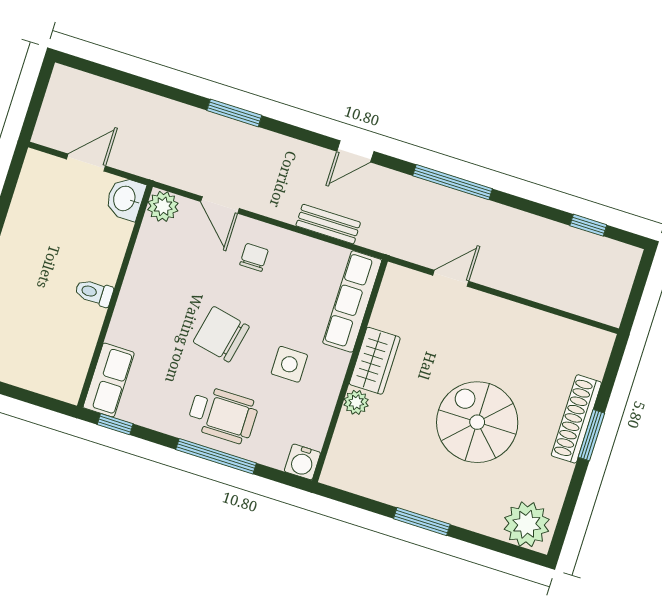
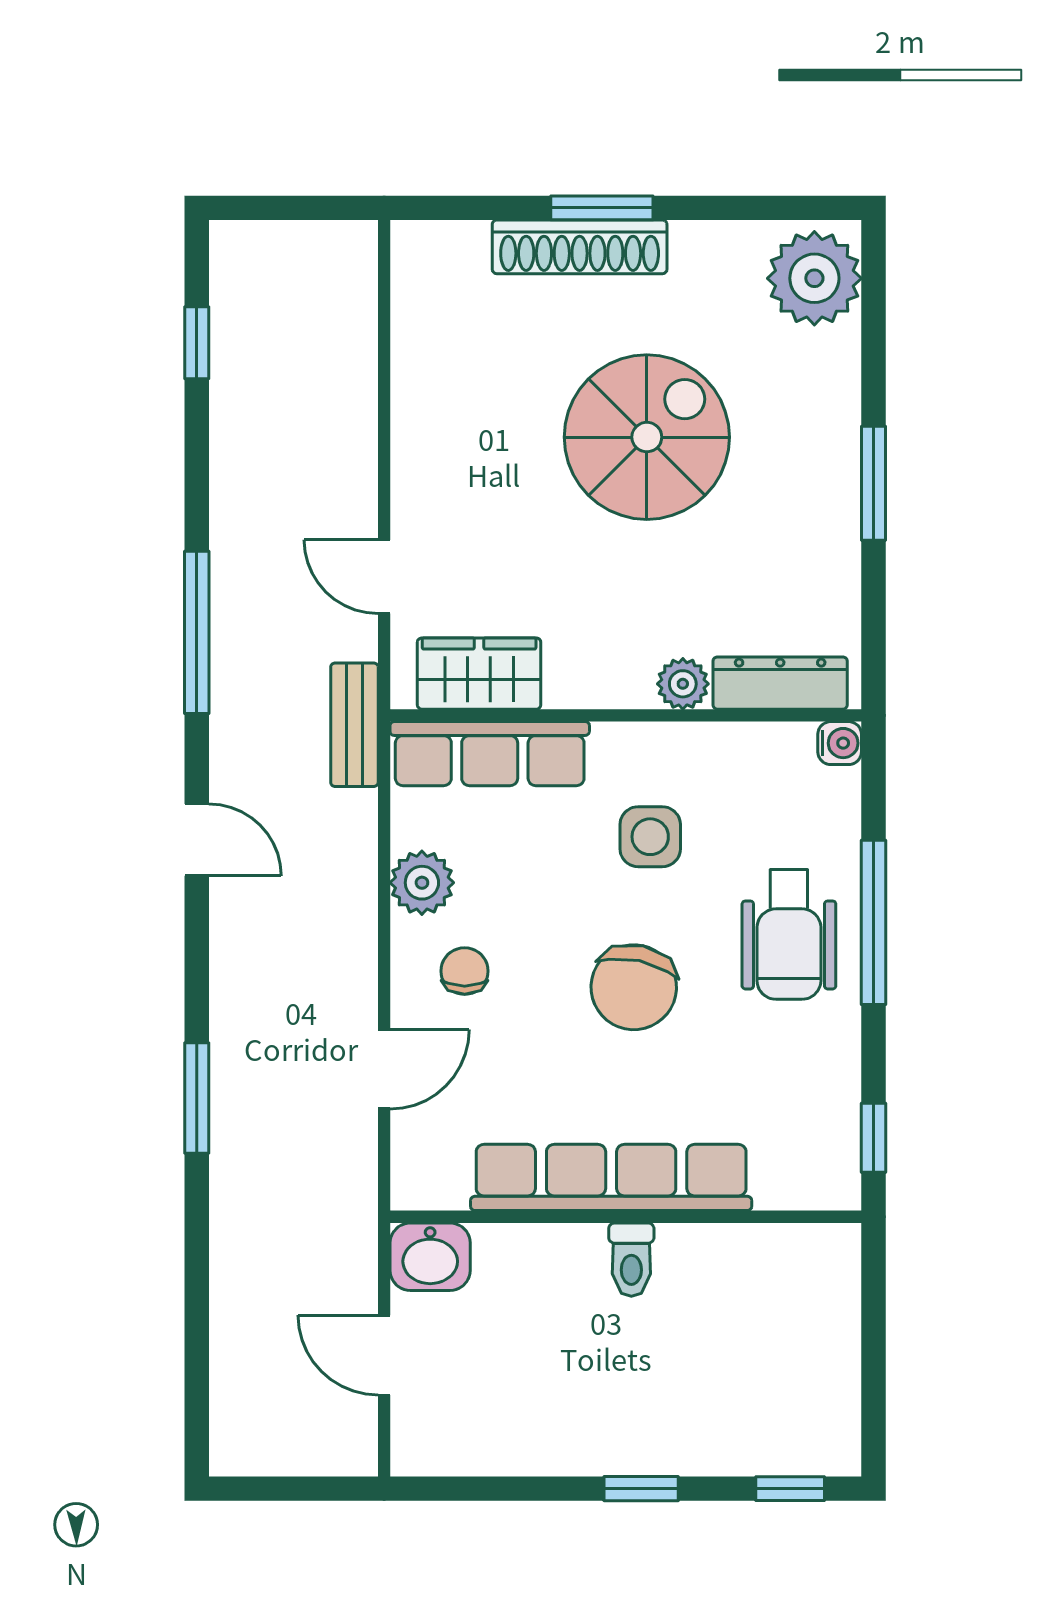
plant: (163, 206) -> (422, 883), moved
bench: (328, 224) -> (354, 725), moved
chair: (254, 257) -> (465, 971), turned 90
wardrobe: (375, 361) -> (479, 674), moved
row of seats: (109, 380) -> (611, 1177), moved, width x2.02
wheelchair: (223, 415) -> (789, 935), turned 180
spiral stairs: (477, 422) -> (647, 437), turned 180
dresser: (342, 448) -> (780, 683), added
water cooler: (302, 462) -> (840, 743), width x0.72, depth x0.72

